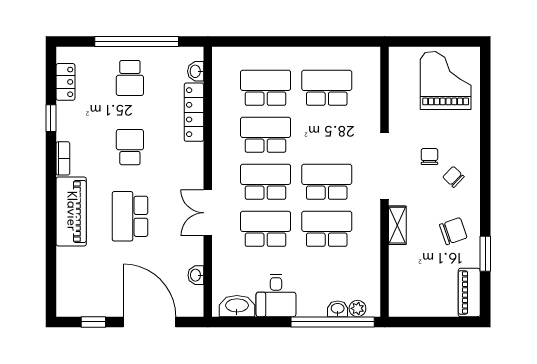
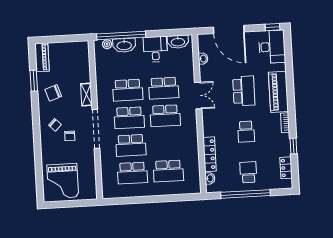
school desk: (266, 135) -> (131, 145), moved
desk: (78, 288) -> (272, 47), added
washbasin: (338, 309) -> (124, 45), width x1.91, depth x1.45
window: (93, 322) -> (272, 27), moved

